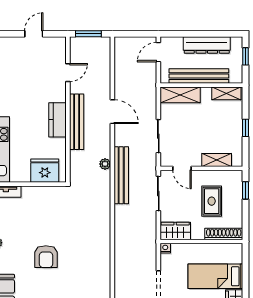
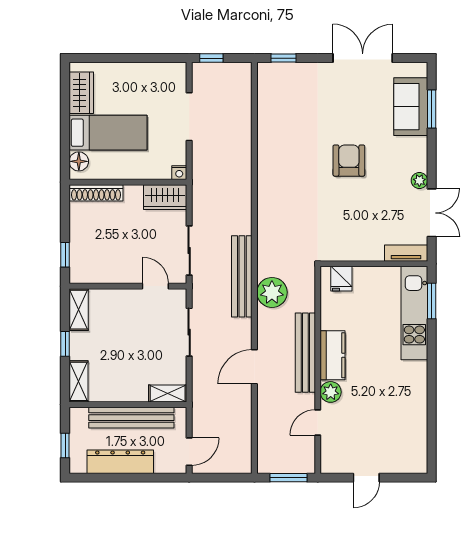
shelving: (226, 93) -> (78, 381), moved, turned 90
plant: (59, 94) -> (331, 392), added
shelving: (180, 95) -> (168, 394), width x0.67, depth x0.75
door: (112, 112) -> (254, 367), hinge flipped
shelving: (217, 160) -> (79, 310), moved, turned 90
plant: (105, 164) -> (272, 292), width x1.88, depth x1.88
fridge: (45, 171) -> (341, 279), width x0.53, depth x0.75
rug: (212, 201) -> (113, 240), removed
floor lamp: (236, 256) -> (79, 161), added

